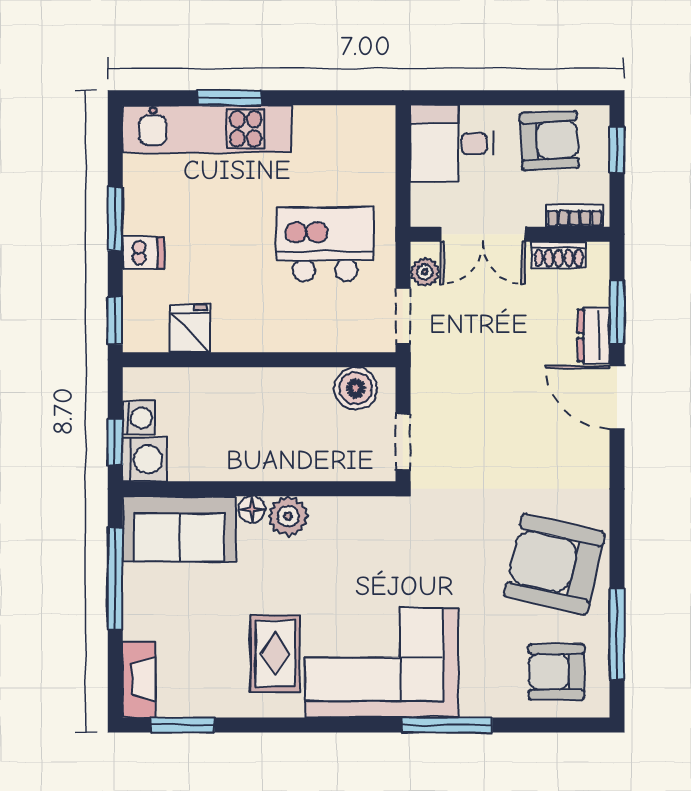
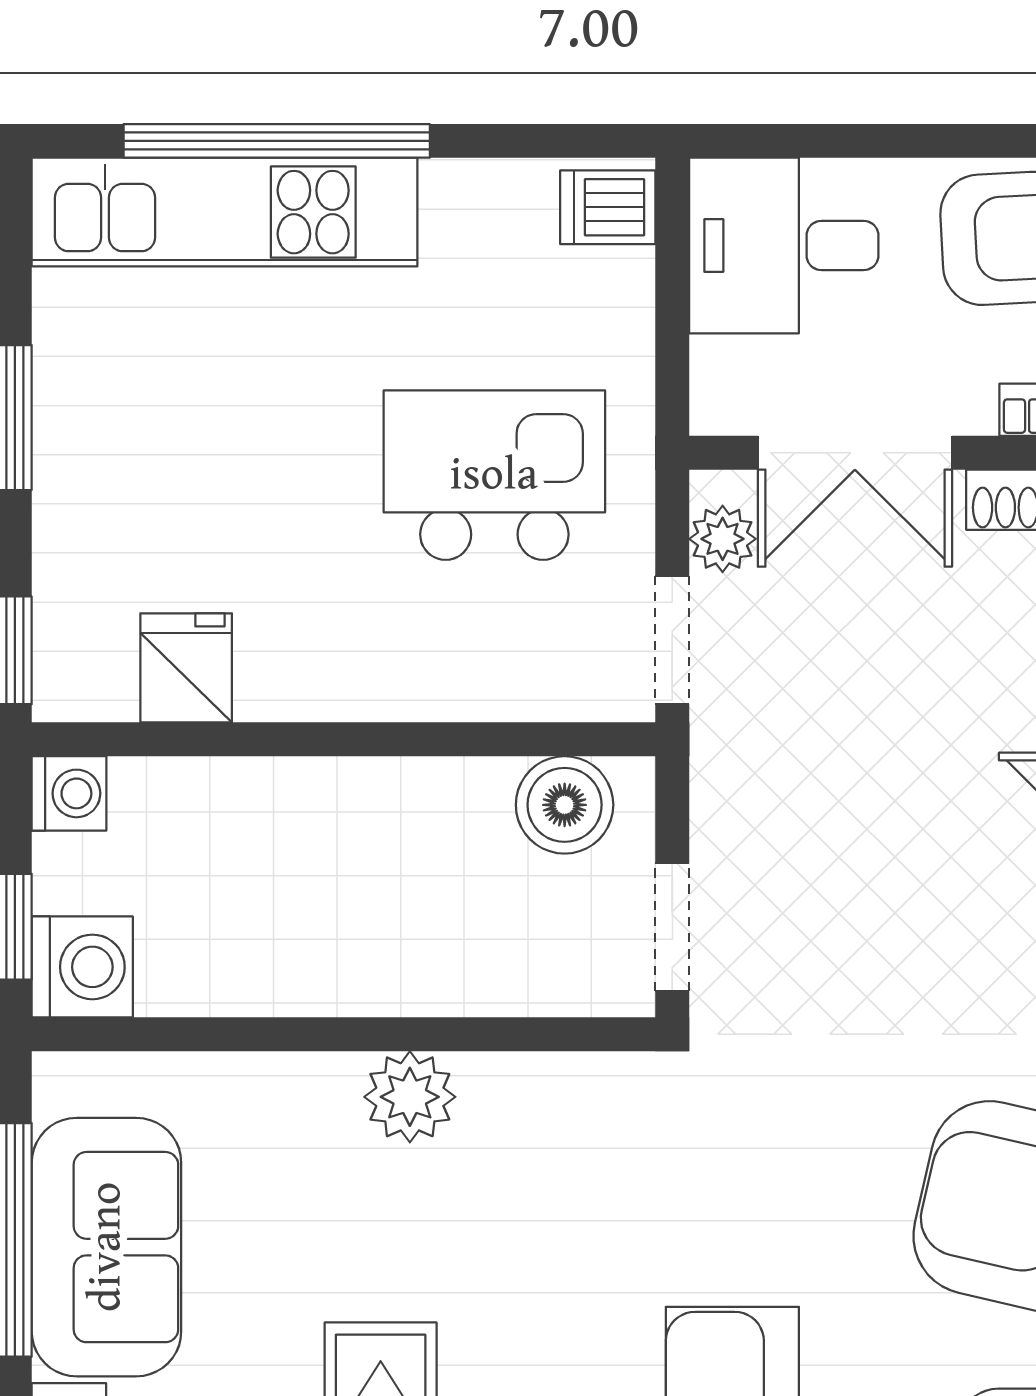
window: (230, 98) -> (277, 141), width x2.11
dishwasher: (143, 253) -> (608, 207), moved, turned 180
washing machine: (139, 418) -> (69, 793), moved
floor lamp: (252, 509) -> (327, 1081), removed
sofa: (179, 529) -> (106, 1247), moved, turned -90

